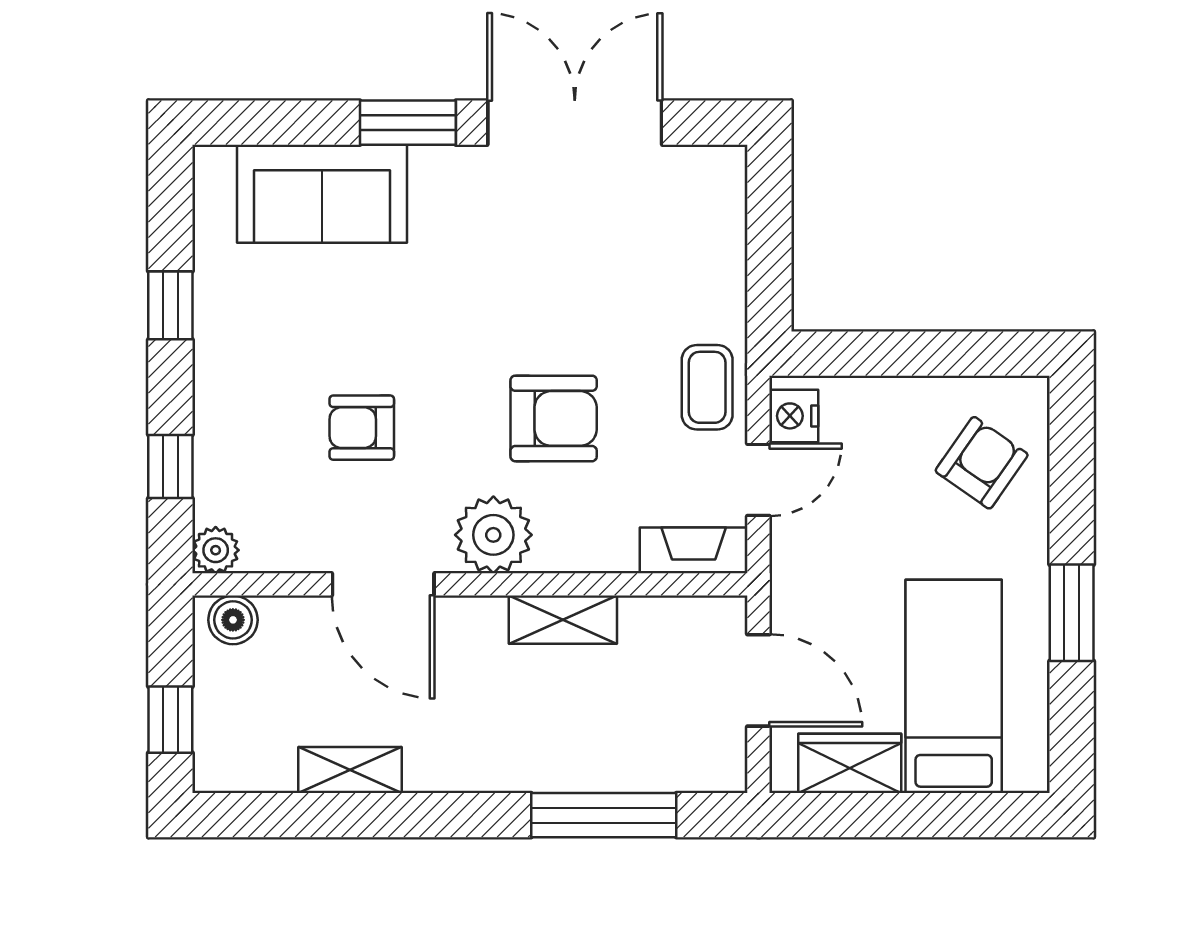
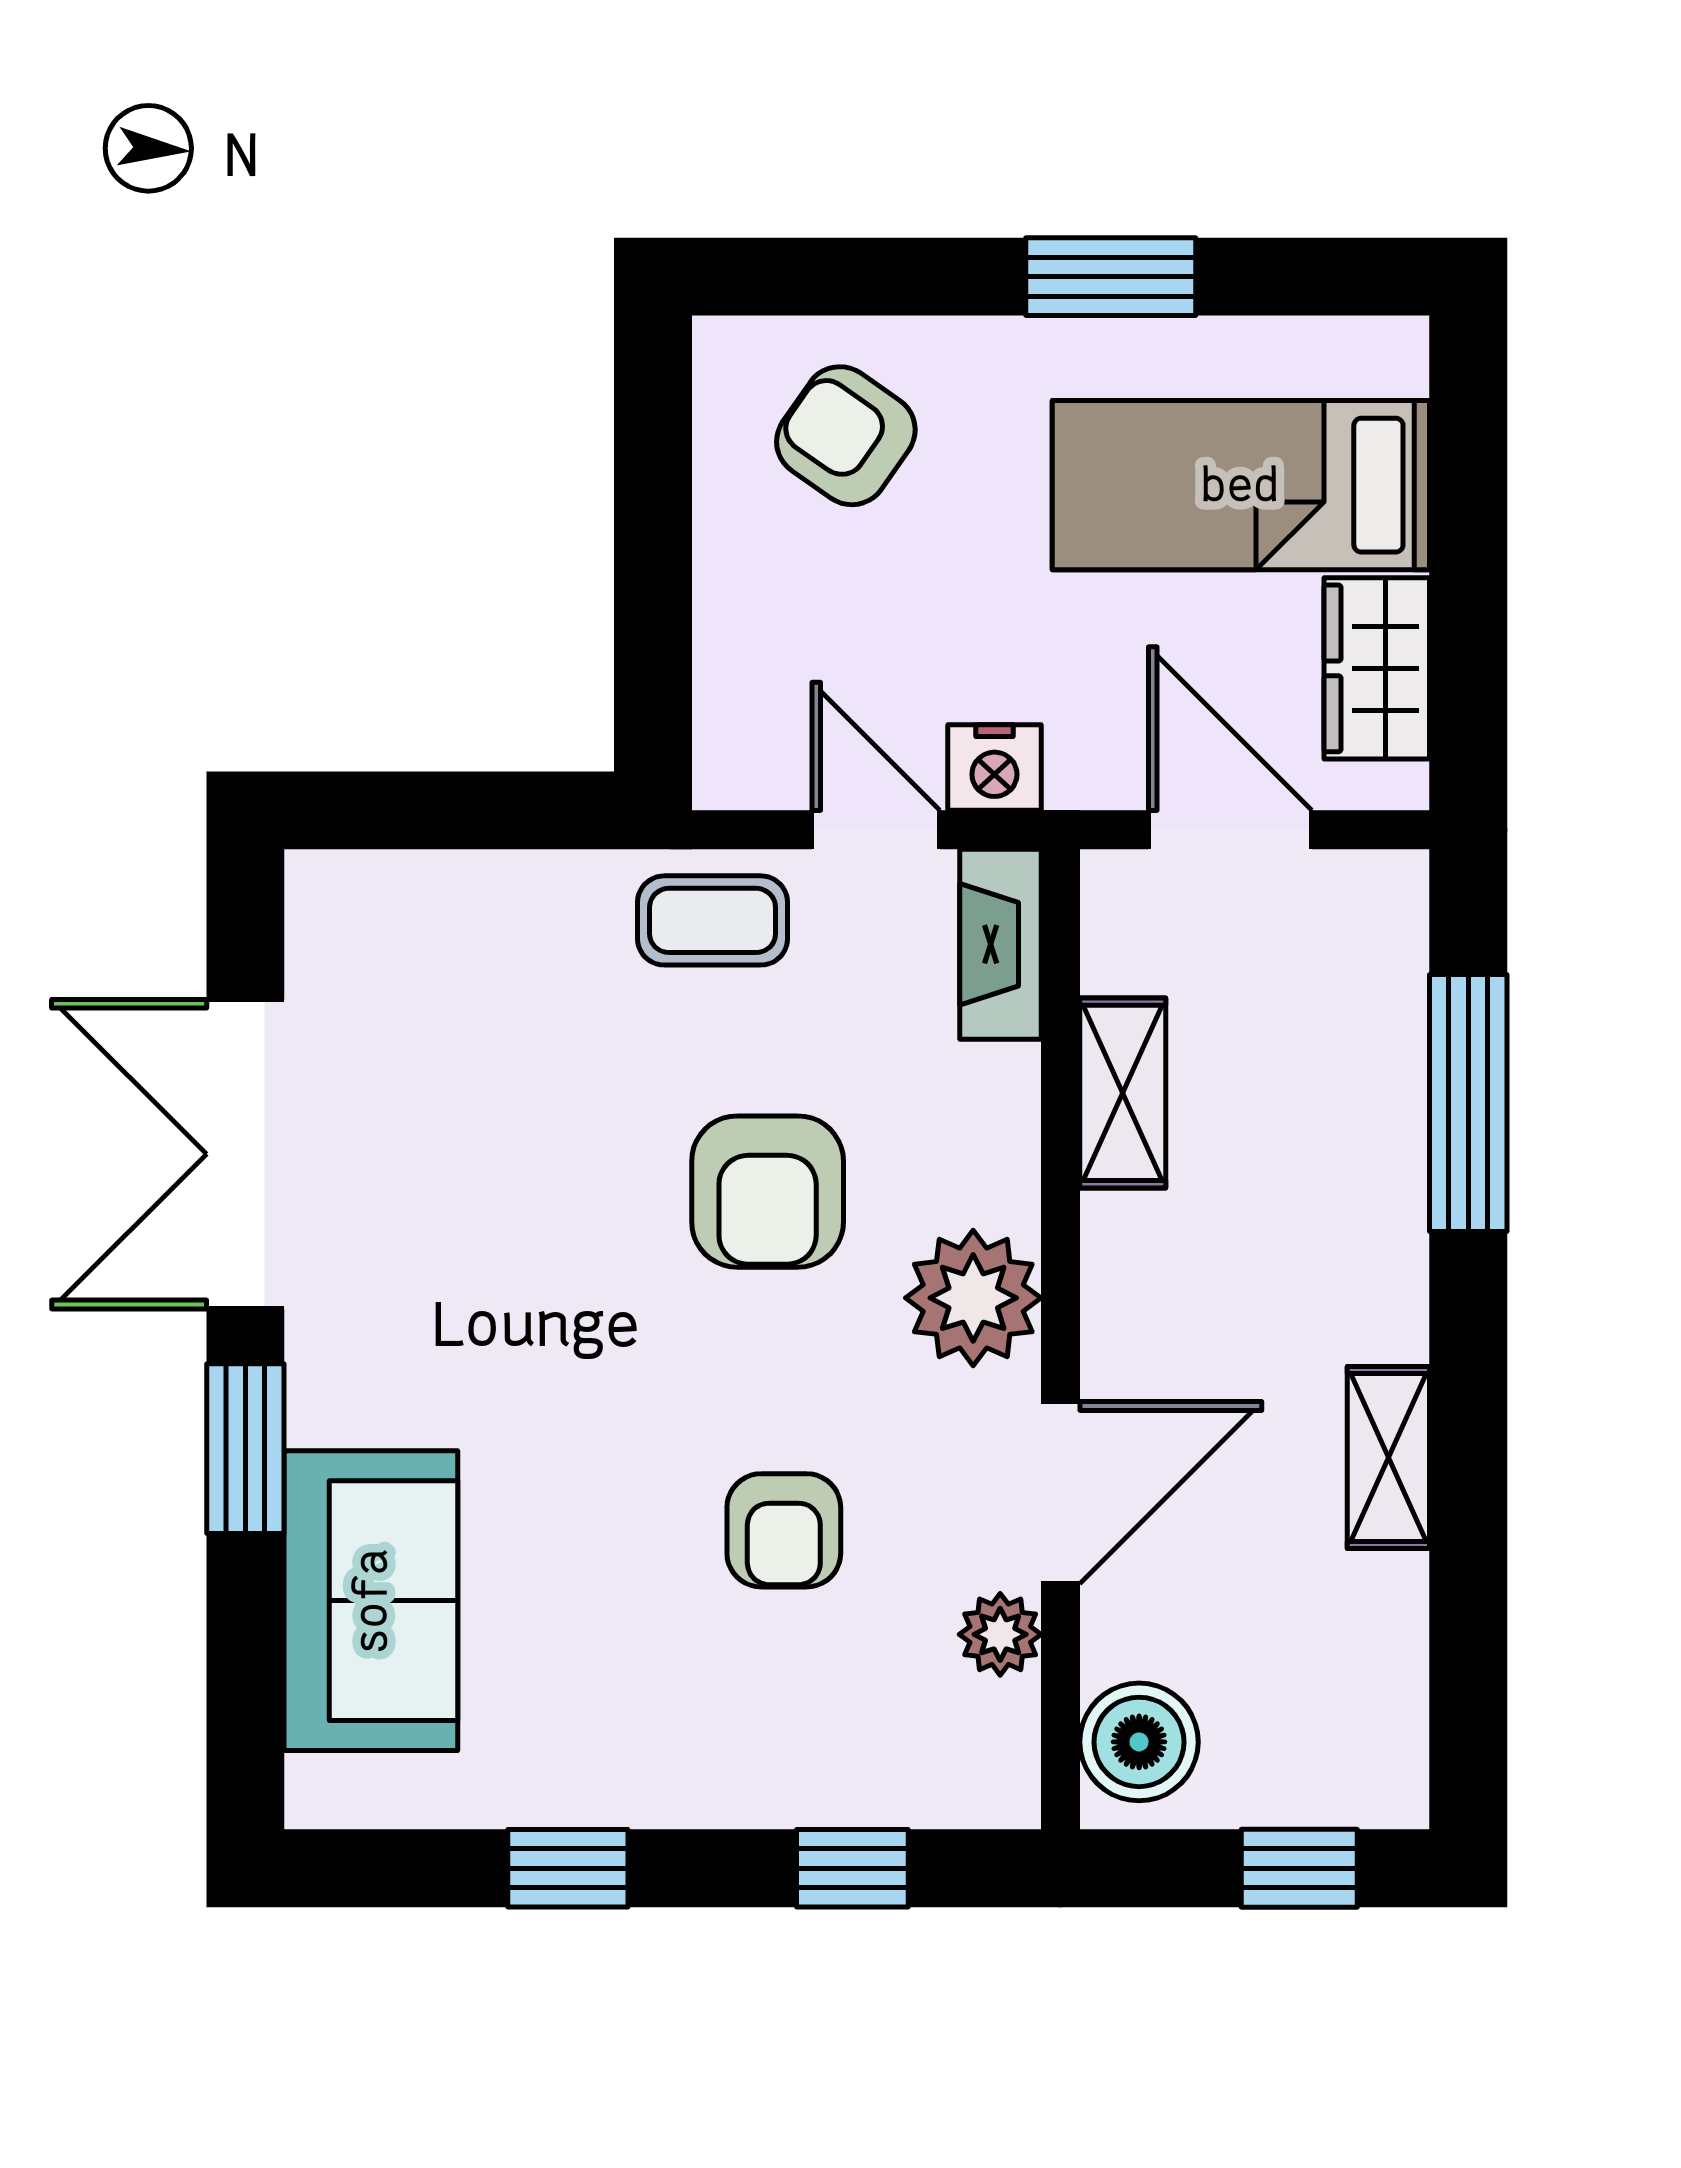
nightstand: (794, 416) -> (994, 767), moved
armchair: (554, 418) -> (768, 1192), turned 180
plant: (216, 550) -> (1000, 1634), moved
boiler: (233, 620) -> (1139, 1742), width x1.36, depth x1.36
shelving: (563, 620) -> (1123, 1093), moved
door: (758, 680) -> (1230, 830), hinge flipped
shelving: (350, 770) -> (1388, 1458), moved

